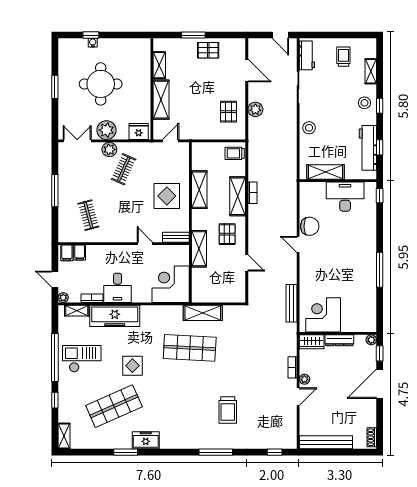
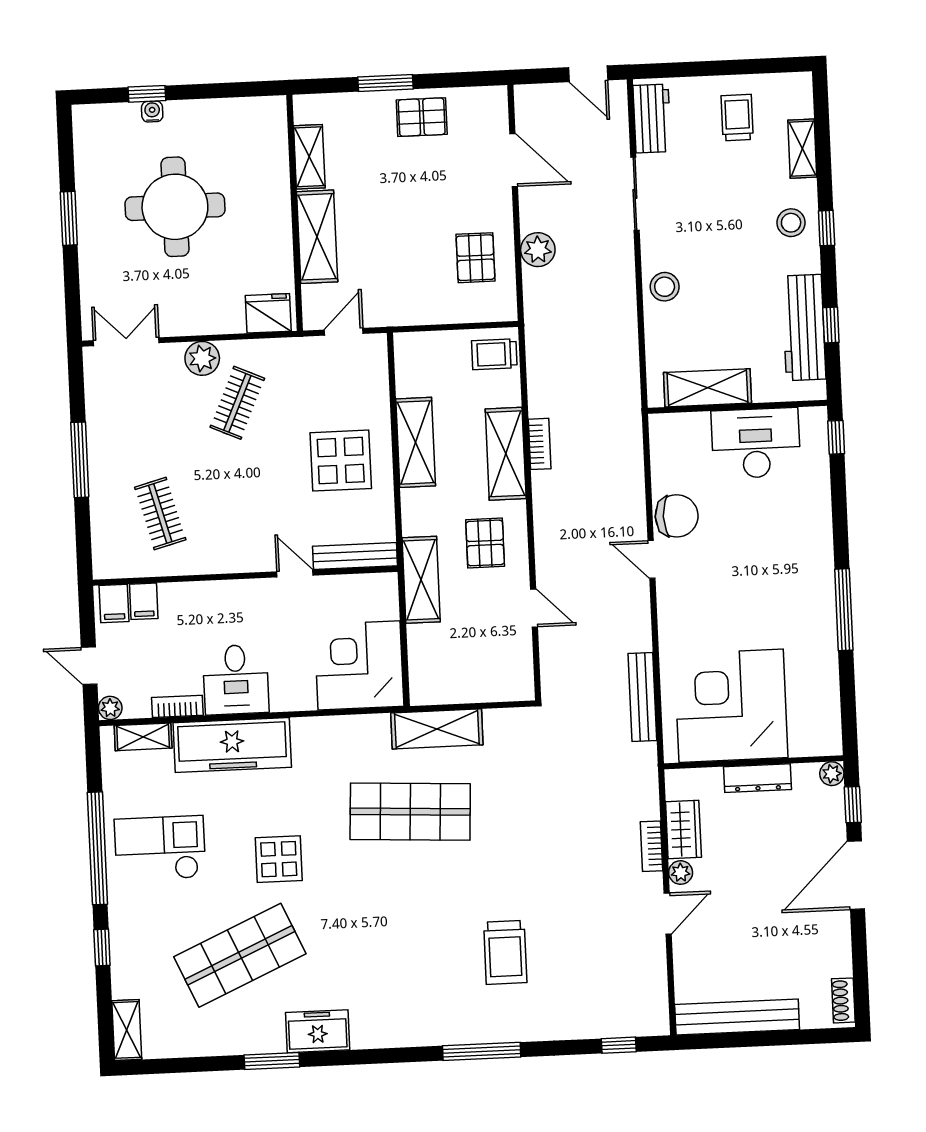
plant: (106, 130) -> (193, 314), removed
bench: (176, 237) -> (355, 556), width x1.36
corner desk: (323, 315) -> (731, 706), width x1.36, depth x1.36
wardrobe: (312, 342) -> (683, 829), moved, turned -90

